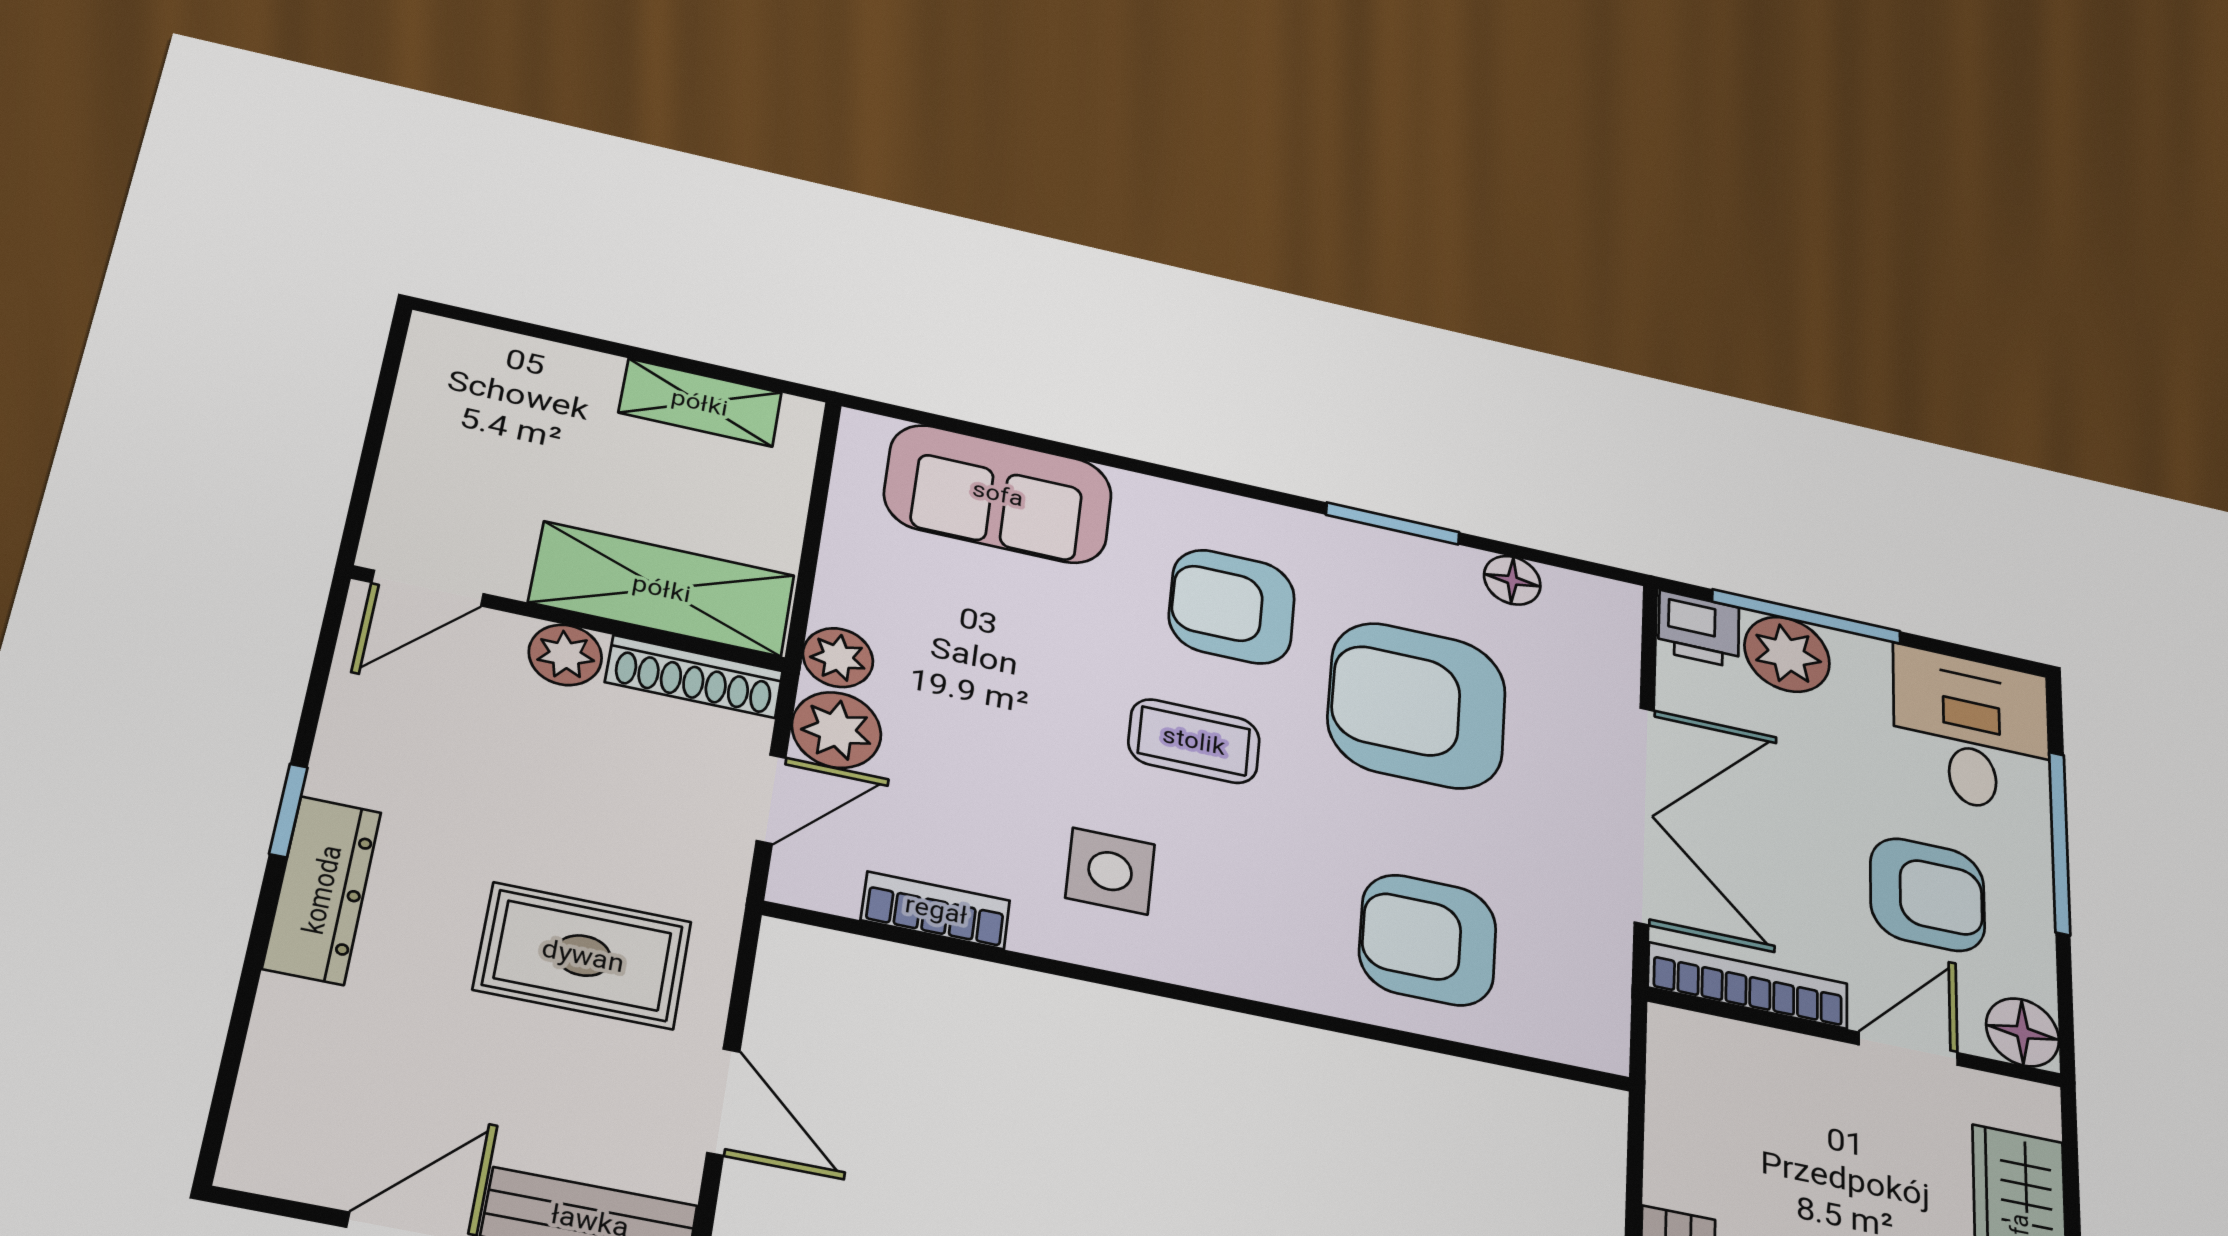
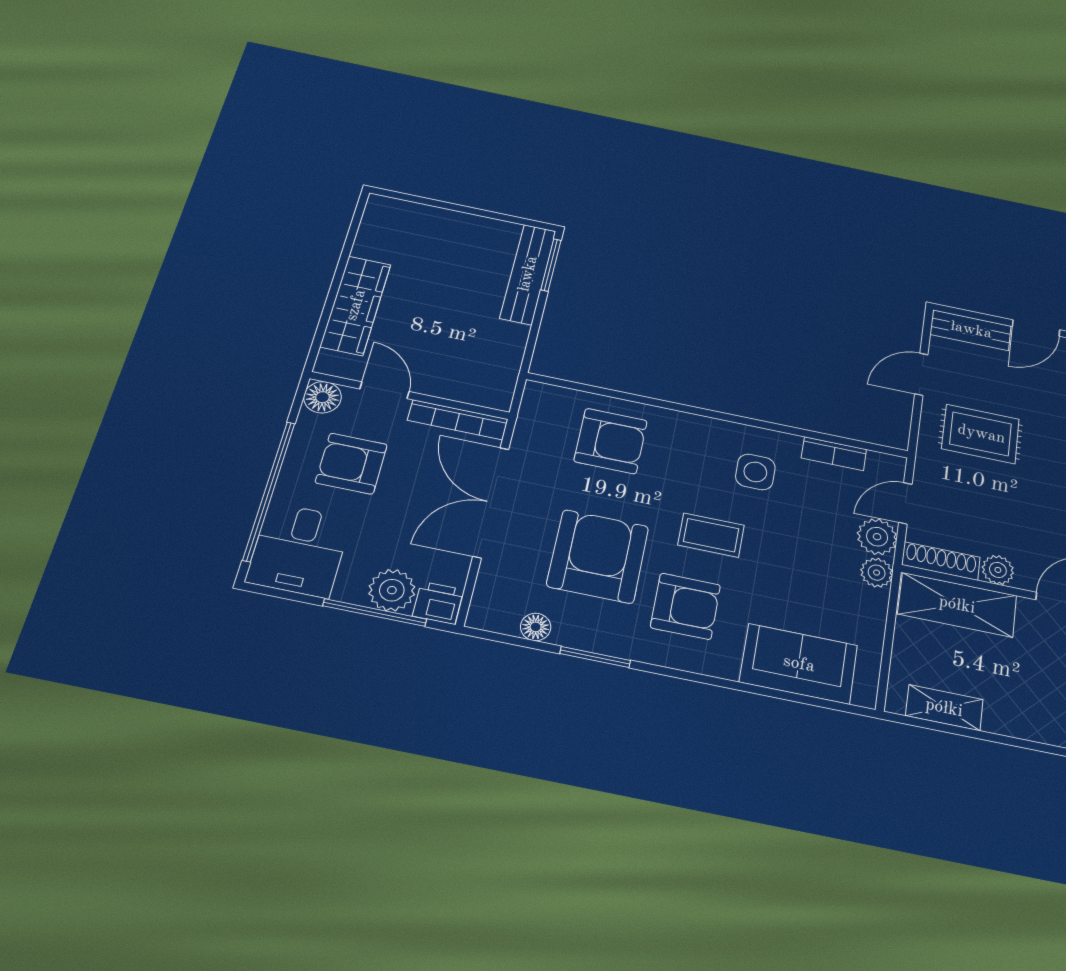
armchair: (1417, 705) -> (598, 556), turned -90
window: (2060, 843) -> (269, 491), width x1.46
door: (1908, 1049) -> (385, 390), swing flipped
door: (723, 1102) -> (921, 374), hinge flipped

